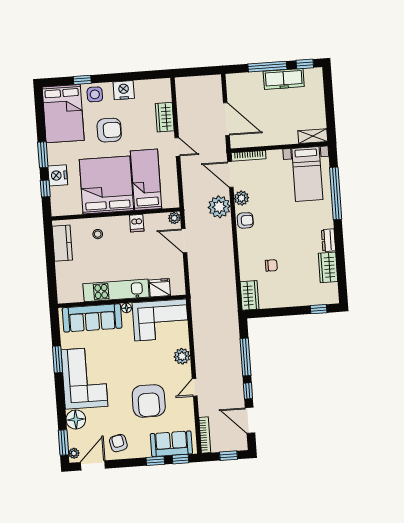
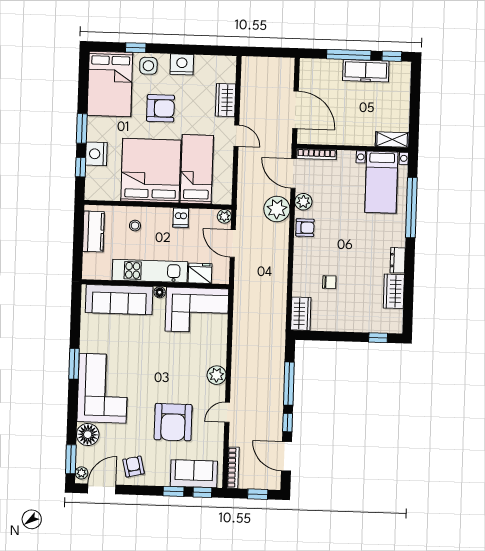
fridge: (160, 288) -> (200, 273), moved
kitchen unit: (116, 290) -> (150, 271), moved
wall: (122, 301) -> (155, 284), moved
floor lamp: (126, 308) -> (160, 292), moved
sofa: (92, 318) -> (119, 300), moved
corner sofa: (160, 320) -> (197, 310), moved

